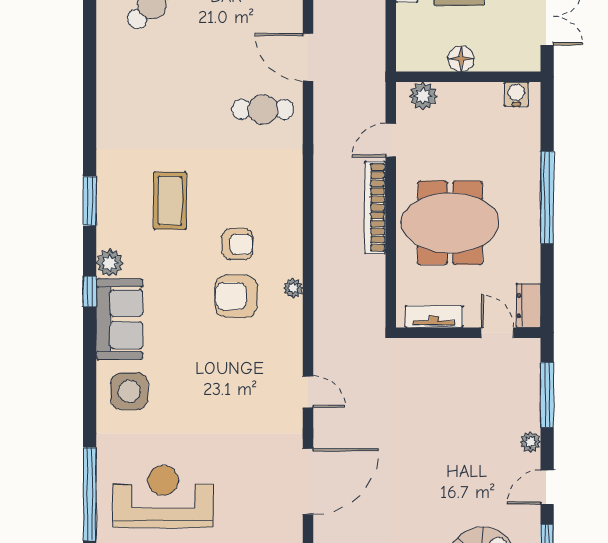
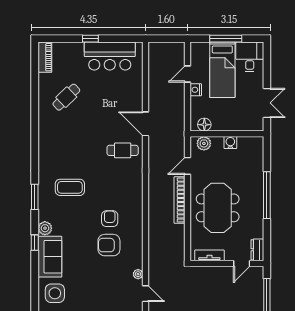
floor lamp: (461, 59) -> (204, 125), moved
water cooler: (516, 94) -> (230, 143), moved
coffee table: (170, 201) -> (70, 187), moved, turned 90
meeting table: (450, 223) -> (218, 208), turned 90
armchair: (237, 244) -> (110, 219), turned -90
plant: (293, 288) -> (138, 274), moved
door: (497, 333) -> (242, 264), swing flipped

